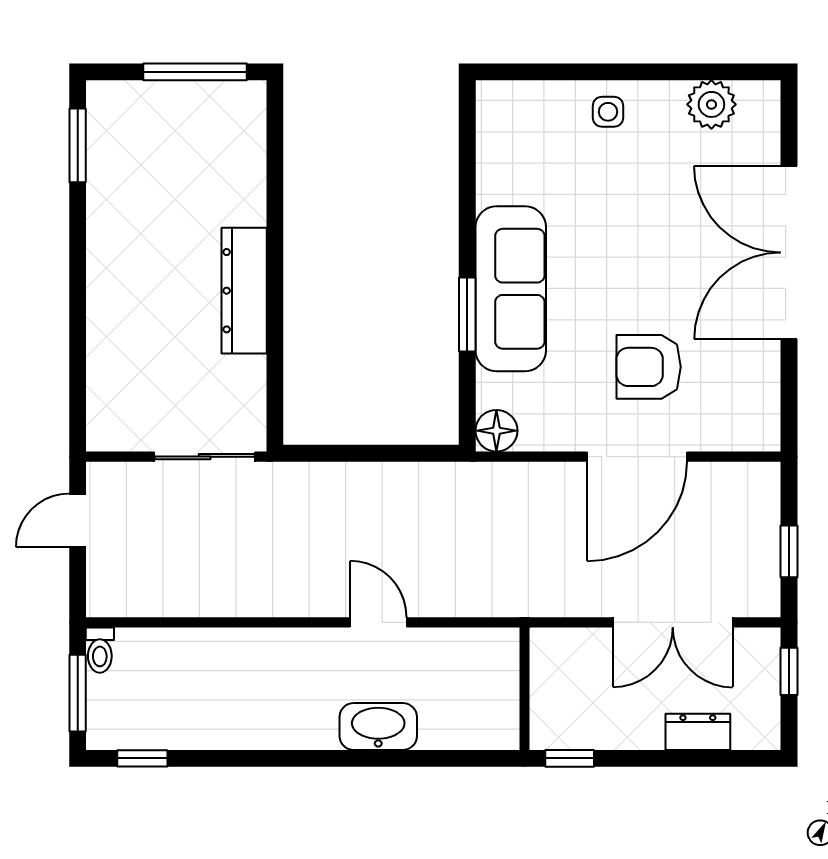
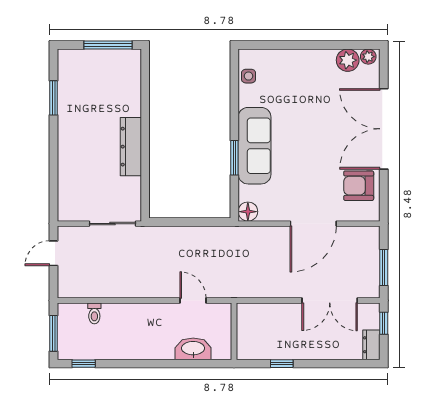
plant: (756, 97) -> (368, 57), added
side table: (608, 112) -> (249, 76), moved
window: (78, 145) -> (54, 98), moved
armchair: (649, 367) -> (359, 186), moved
window: (789, 551) -> (384, 268), width x1.50
toilet: (100, 650) -> (94, 313), moved
wall: (525, 689) -> (234, 331), moved
dresser: (698, 732) -> (371, 345), moved, turned -90

